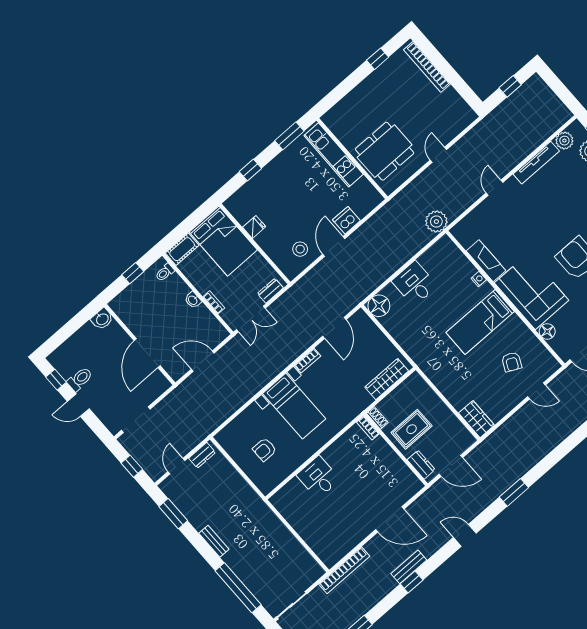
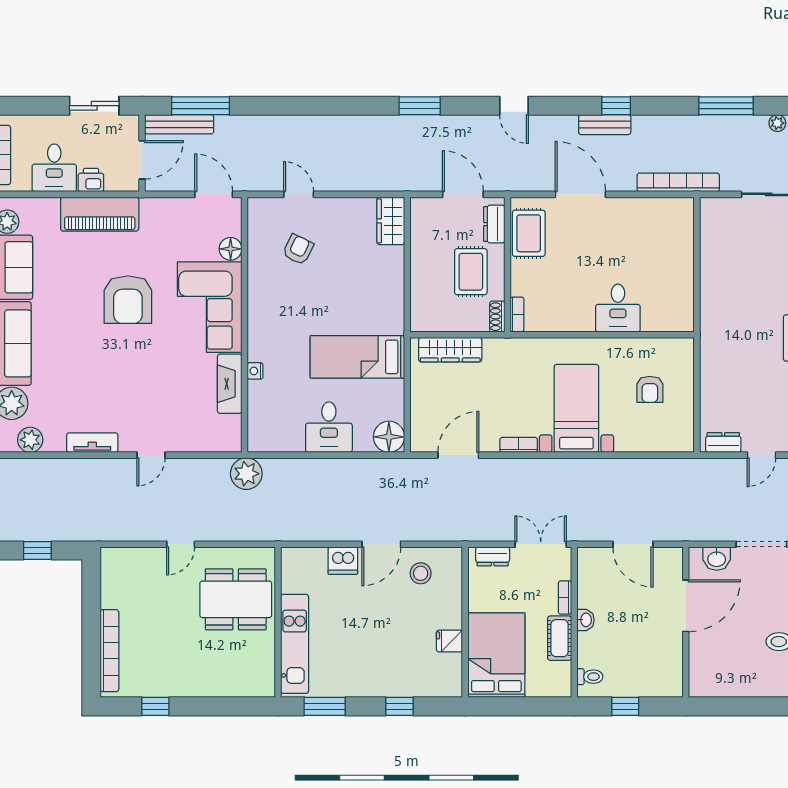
tv unit: (536, 163) -> (92, 443), width x0.71
cot: (182, 249) -> (560, 638), moved, turned 90
washbasin: (102, 319) -> (717, 559), moved, turned 180
bed: (480, 322) -> (357, 357), moved, turned 180
rug: (412, 429) -> (471, 272), turned 90
armchair: (265, 450) -> (650, 389), turned 90
rug: (399, 476) -> (529, 233), added

